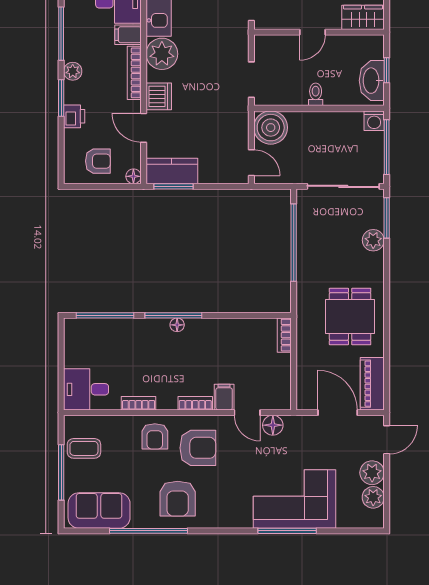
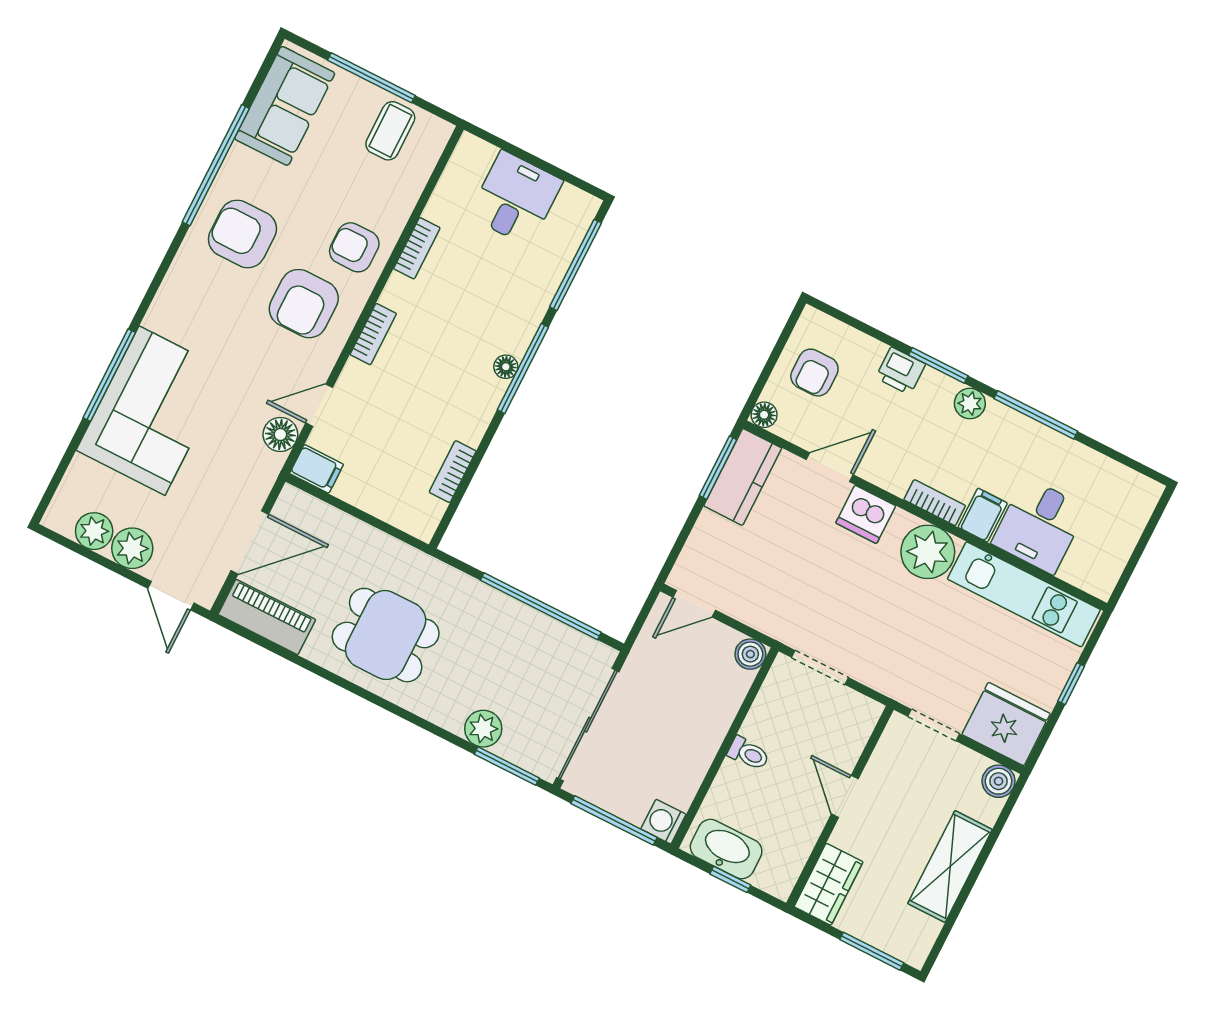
bookcase: (134, 73) -> (935, 503), width x0.64
boiler: (271, 128) -> (750, 654), width x0.54, depth x0.54
bookcase: (284, 335) -> (453, 472), moved, turned -90
desk: (86, 389) -> (516, 198), moved
filing cabinet: (224, 397) -> (317, 469), moved

